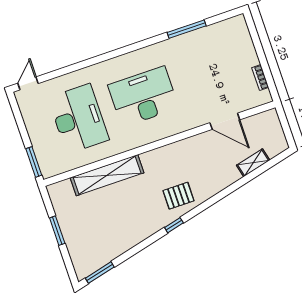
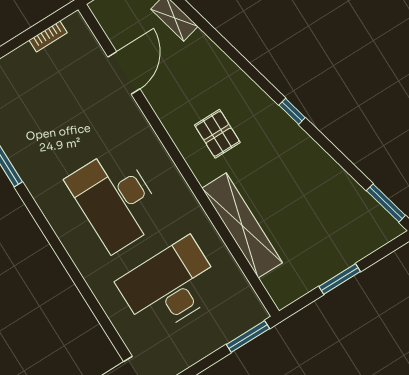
pallet: (178, 196) -> (217, 134), moved

